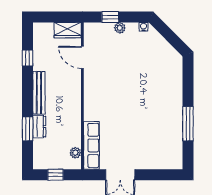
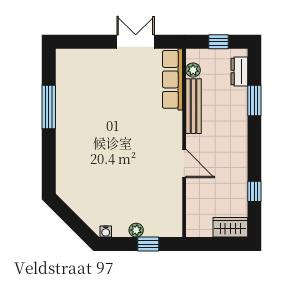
wardrobe: (68, 30) -> (230, 227), moved
door: (82, 57) -> (184, 163), moved
bench: (39, 93) -> (194, 106), moved
dresser: (39, 127) -> (239, 72), moved

